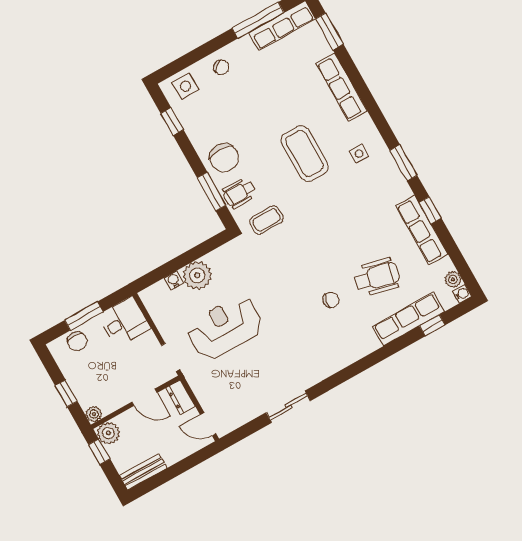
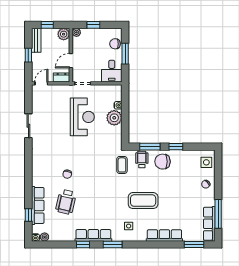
window: (172, 122) -> (176, 147), moved
row of seats: (422, 230) -> (93, 235), moved
window: (99, 452) -> (47, 25), moved
window: (174, 471) -> (28, 55), added

